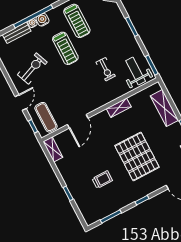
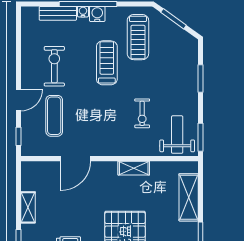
treadmill: (65, 48) -> (107, 63), turned 180
exercise bike: (32, 68) -> (54, 66), turned -68
exercise mat: (46, 117) -> (54, 116), moved
shelving: (53, 149) -> (28, 207), moved

